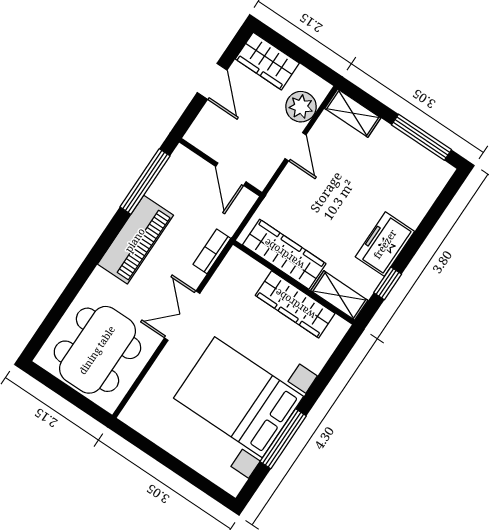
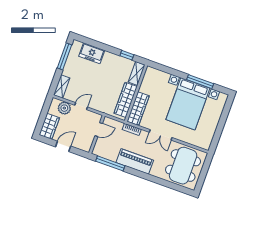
freezer: (385, 244) -> (92, 53), moved
wardrobe: (295, 304) -> (138, 109), moved
dining table: (97, 350) -> (183, 166), turned 90

